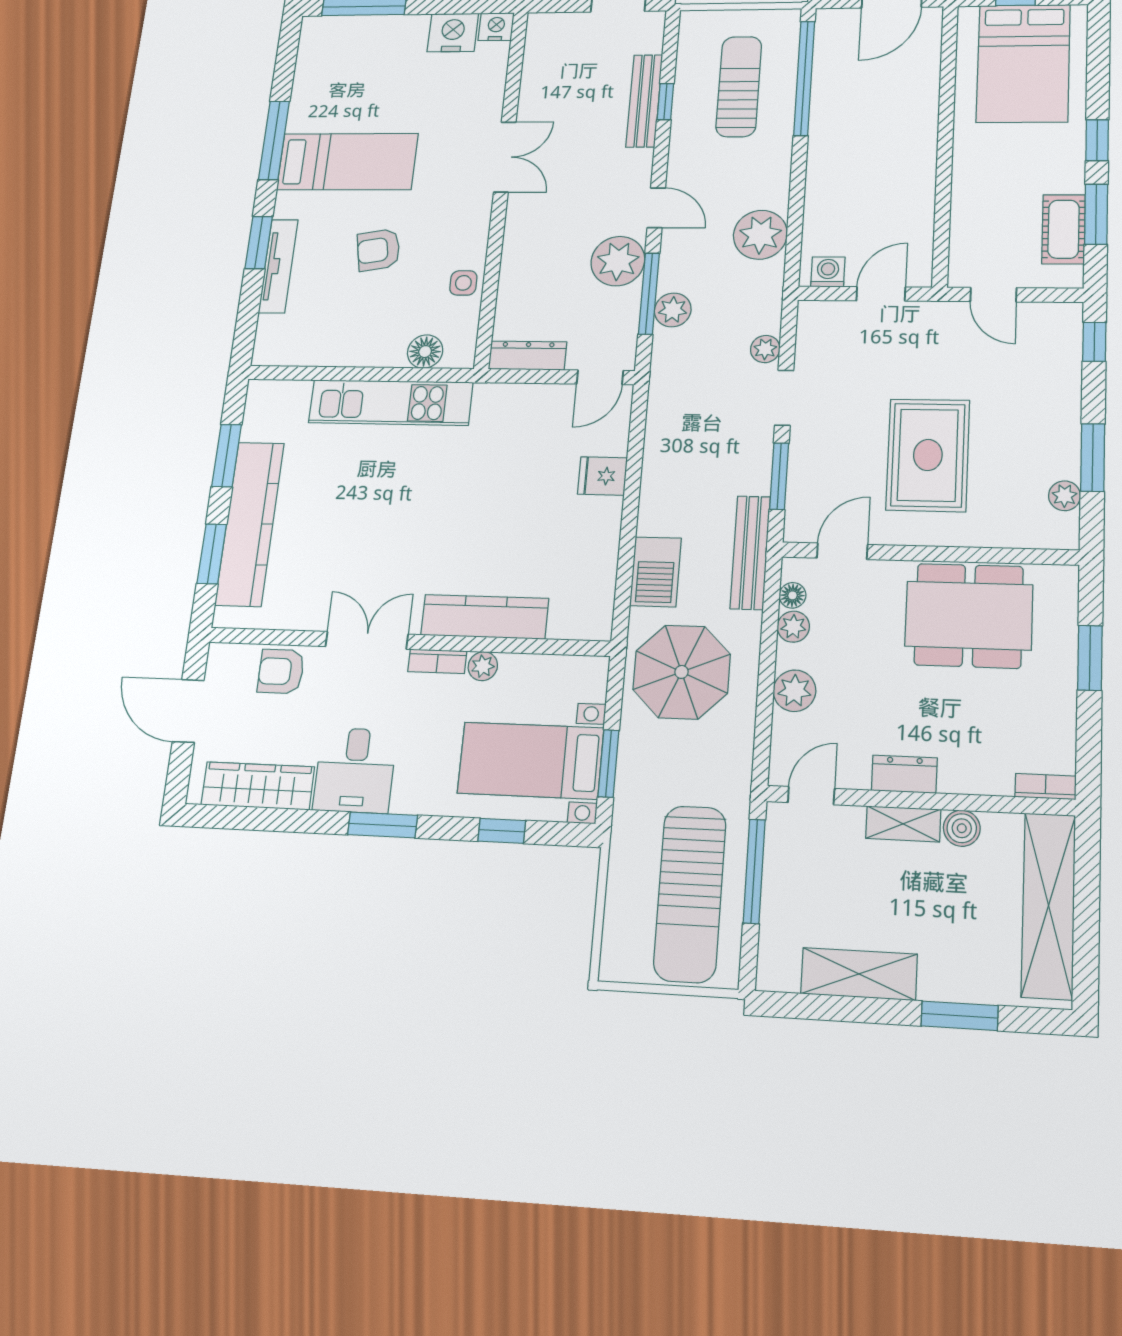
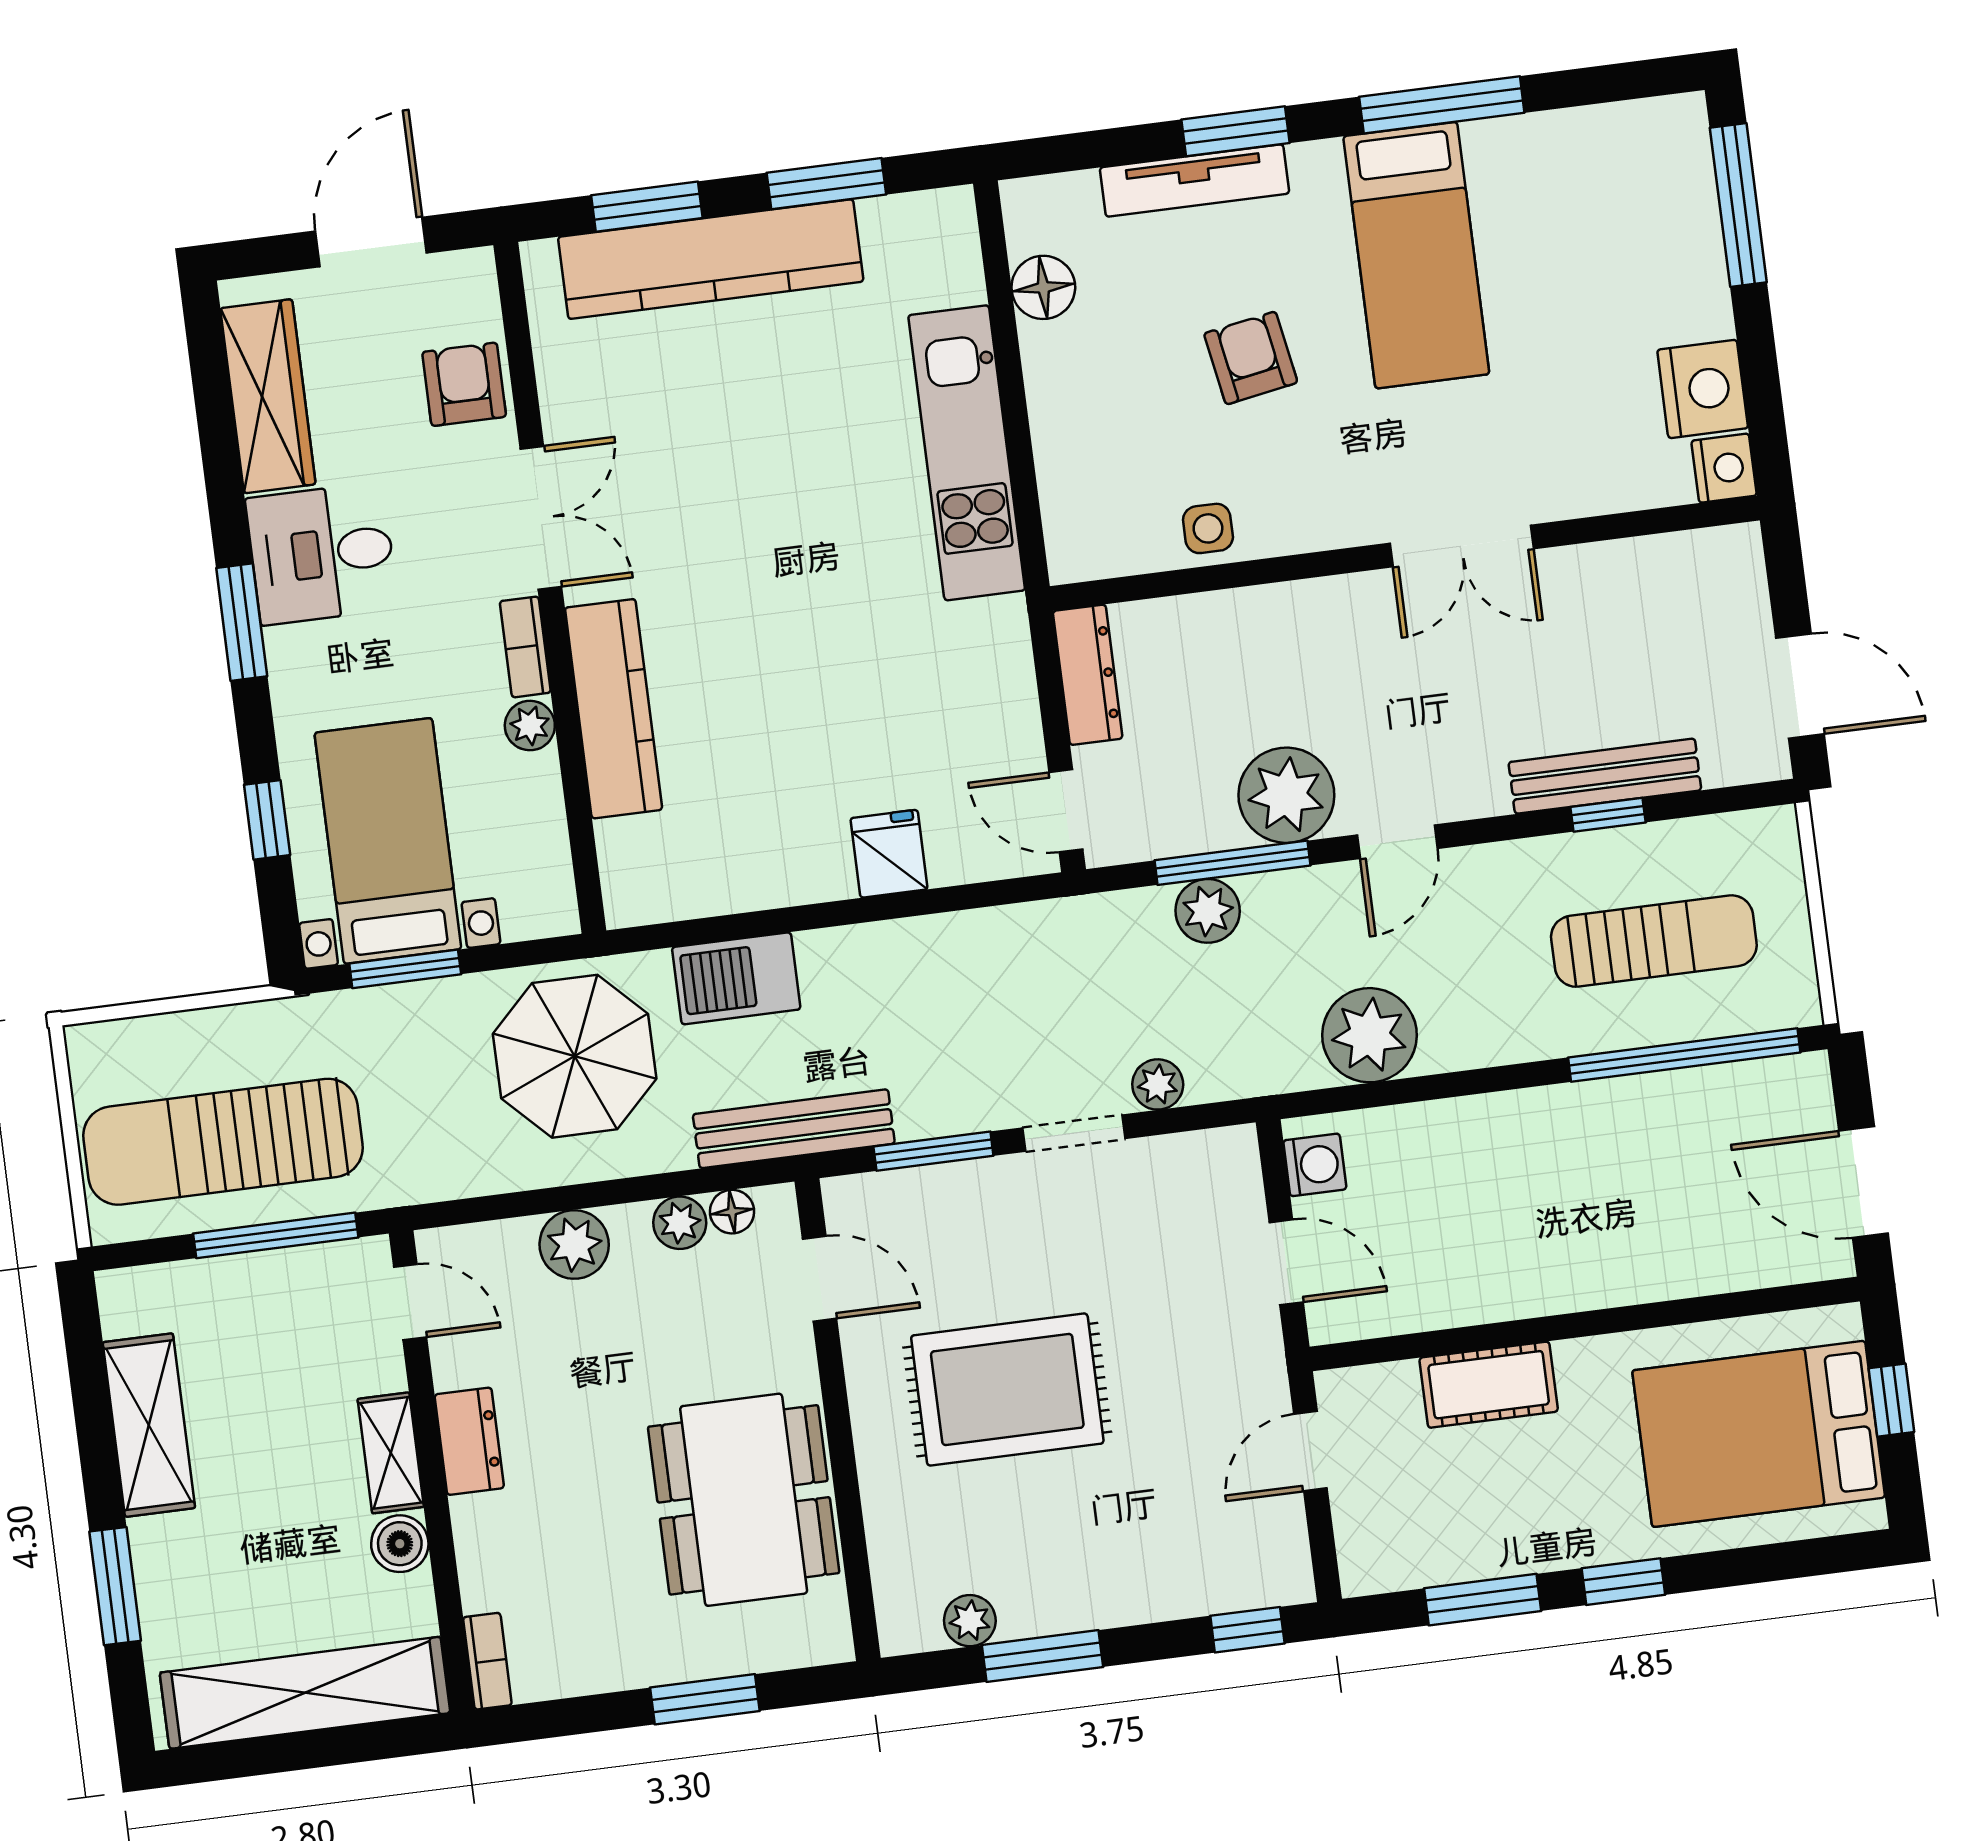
cot: (1064, 229) -> (1489, 1385), moved
floor lamp: (425, 352) -> (1043, 287), moved

